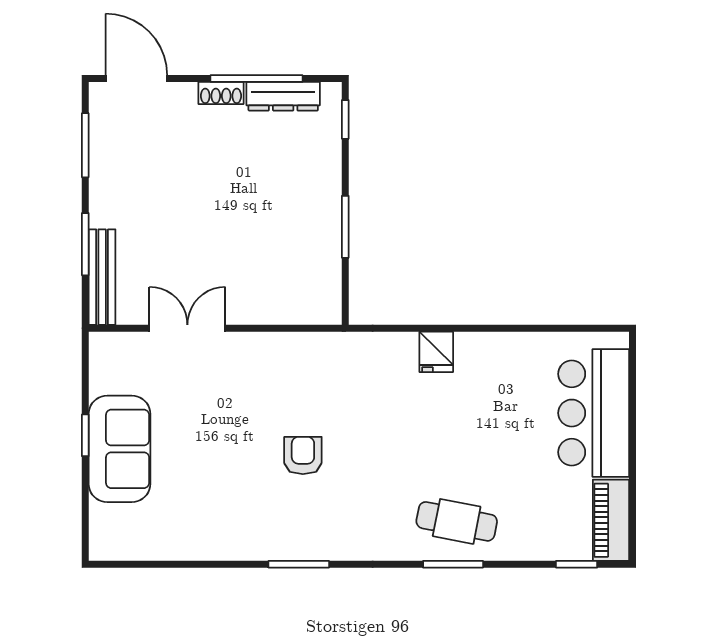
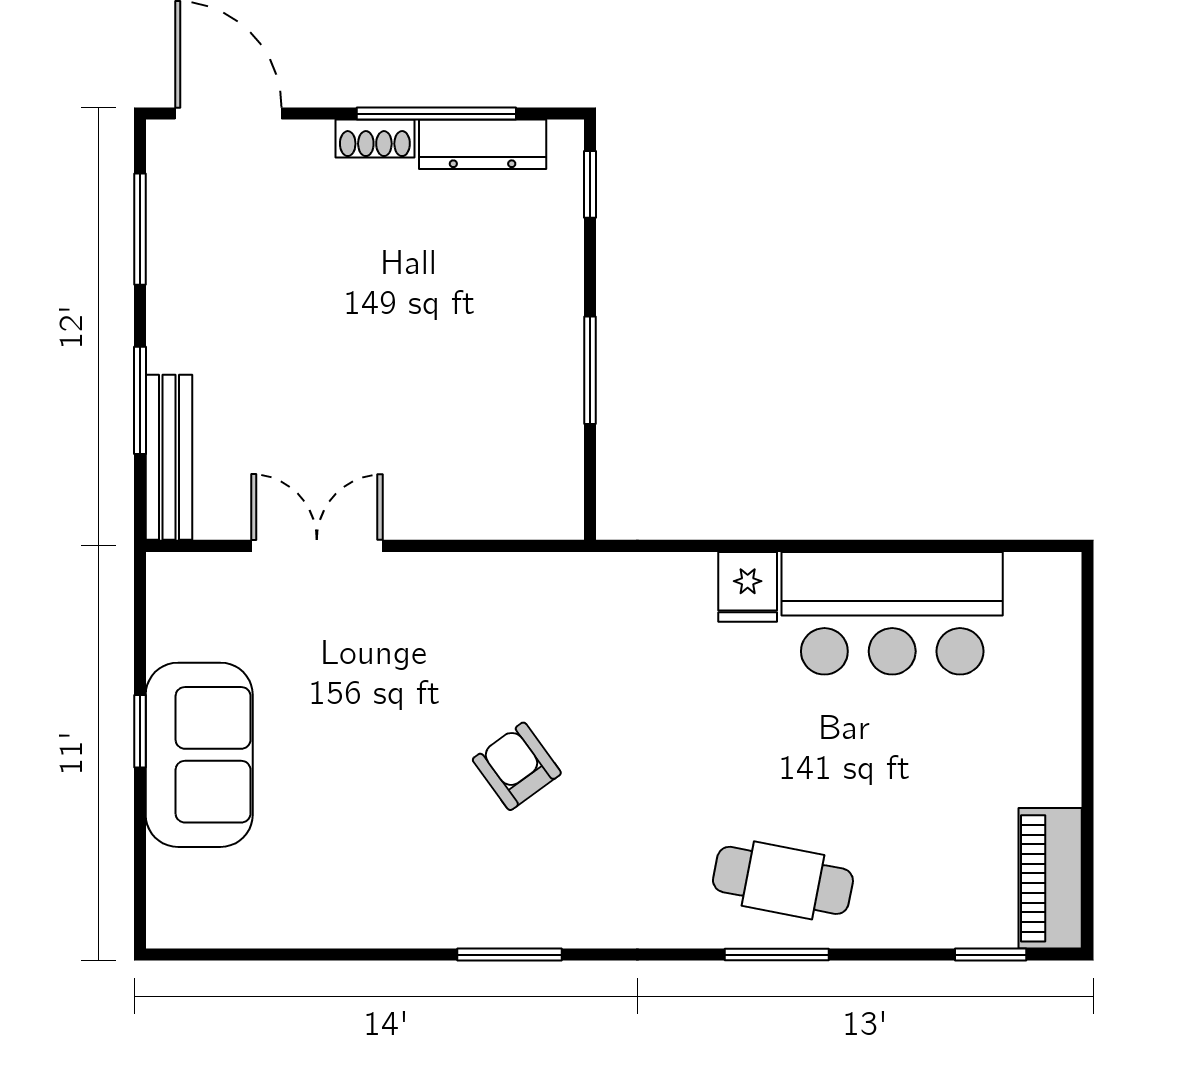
bar counter: (594, 413) -> (892, 613), moved, turned -90
armchair: (303, 456) -> (517, 766), turned -36

